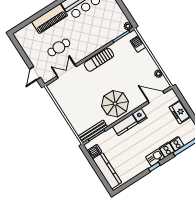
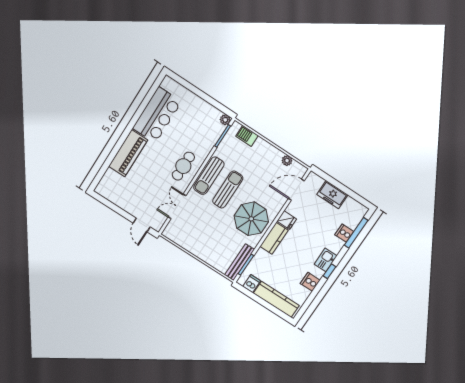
cafe table: (59, 47) -> (183, 166), moved
sun lounger: (108, 75) -> (228, 190), added
cooker: (167, 150) -> (310, 282), moved

